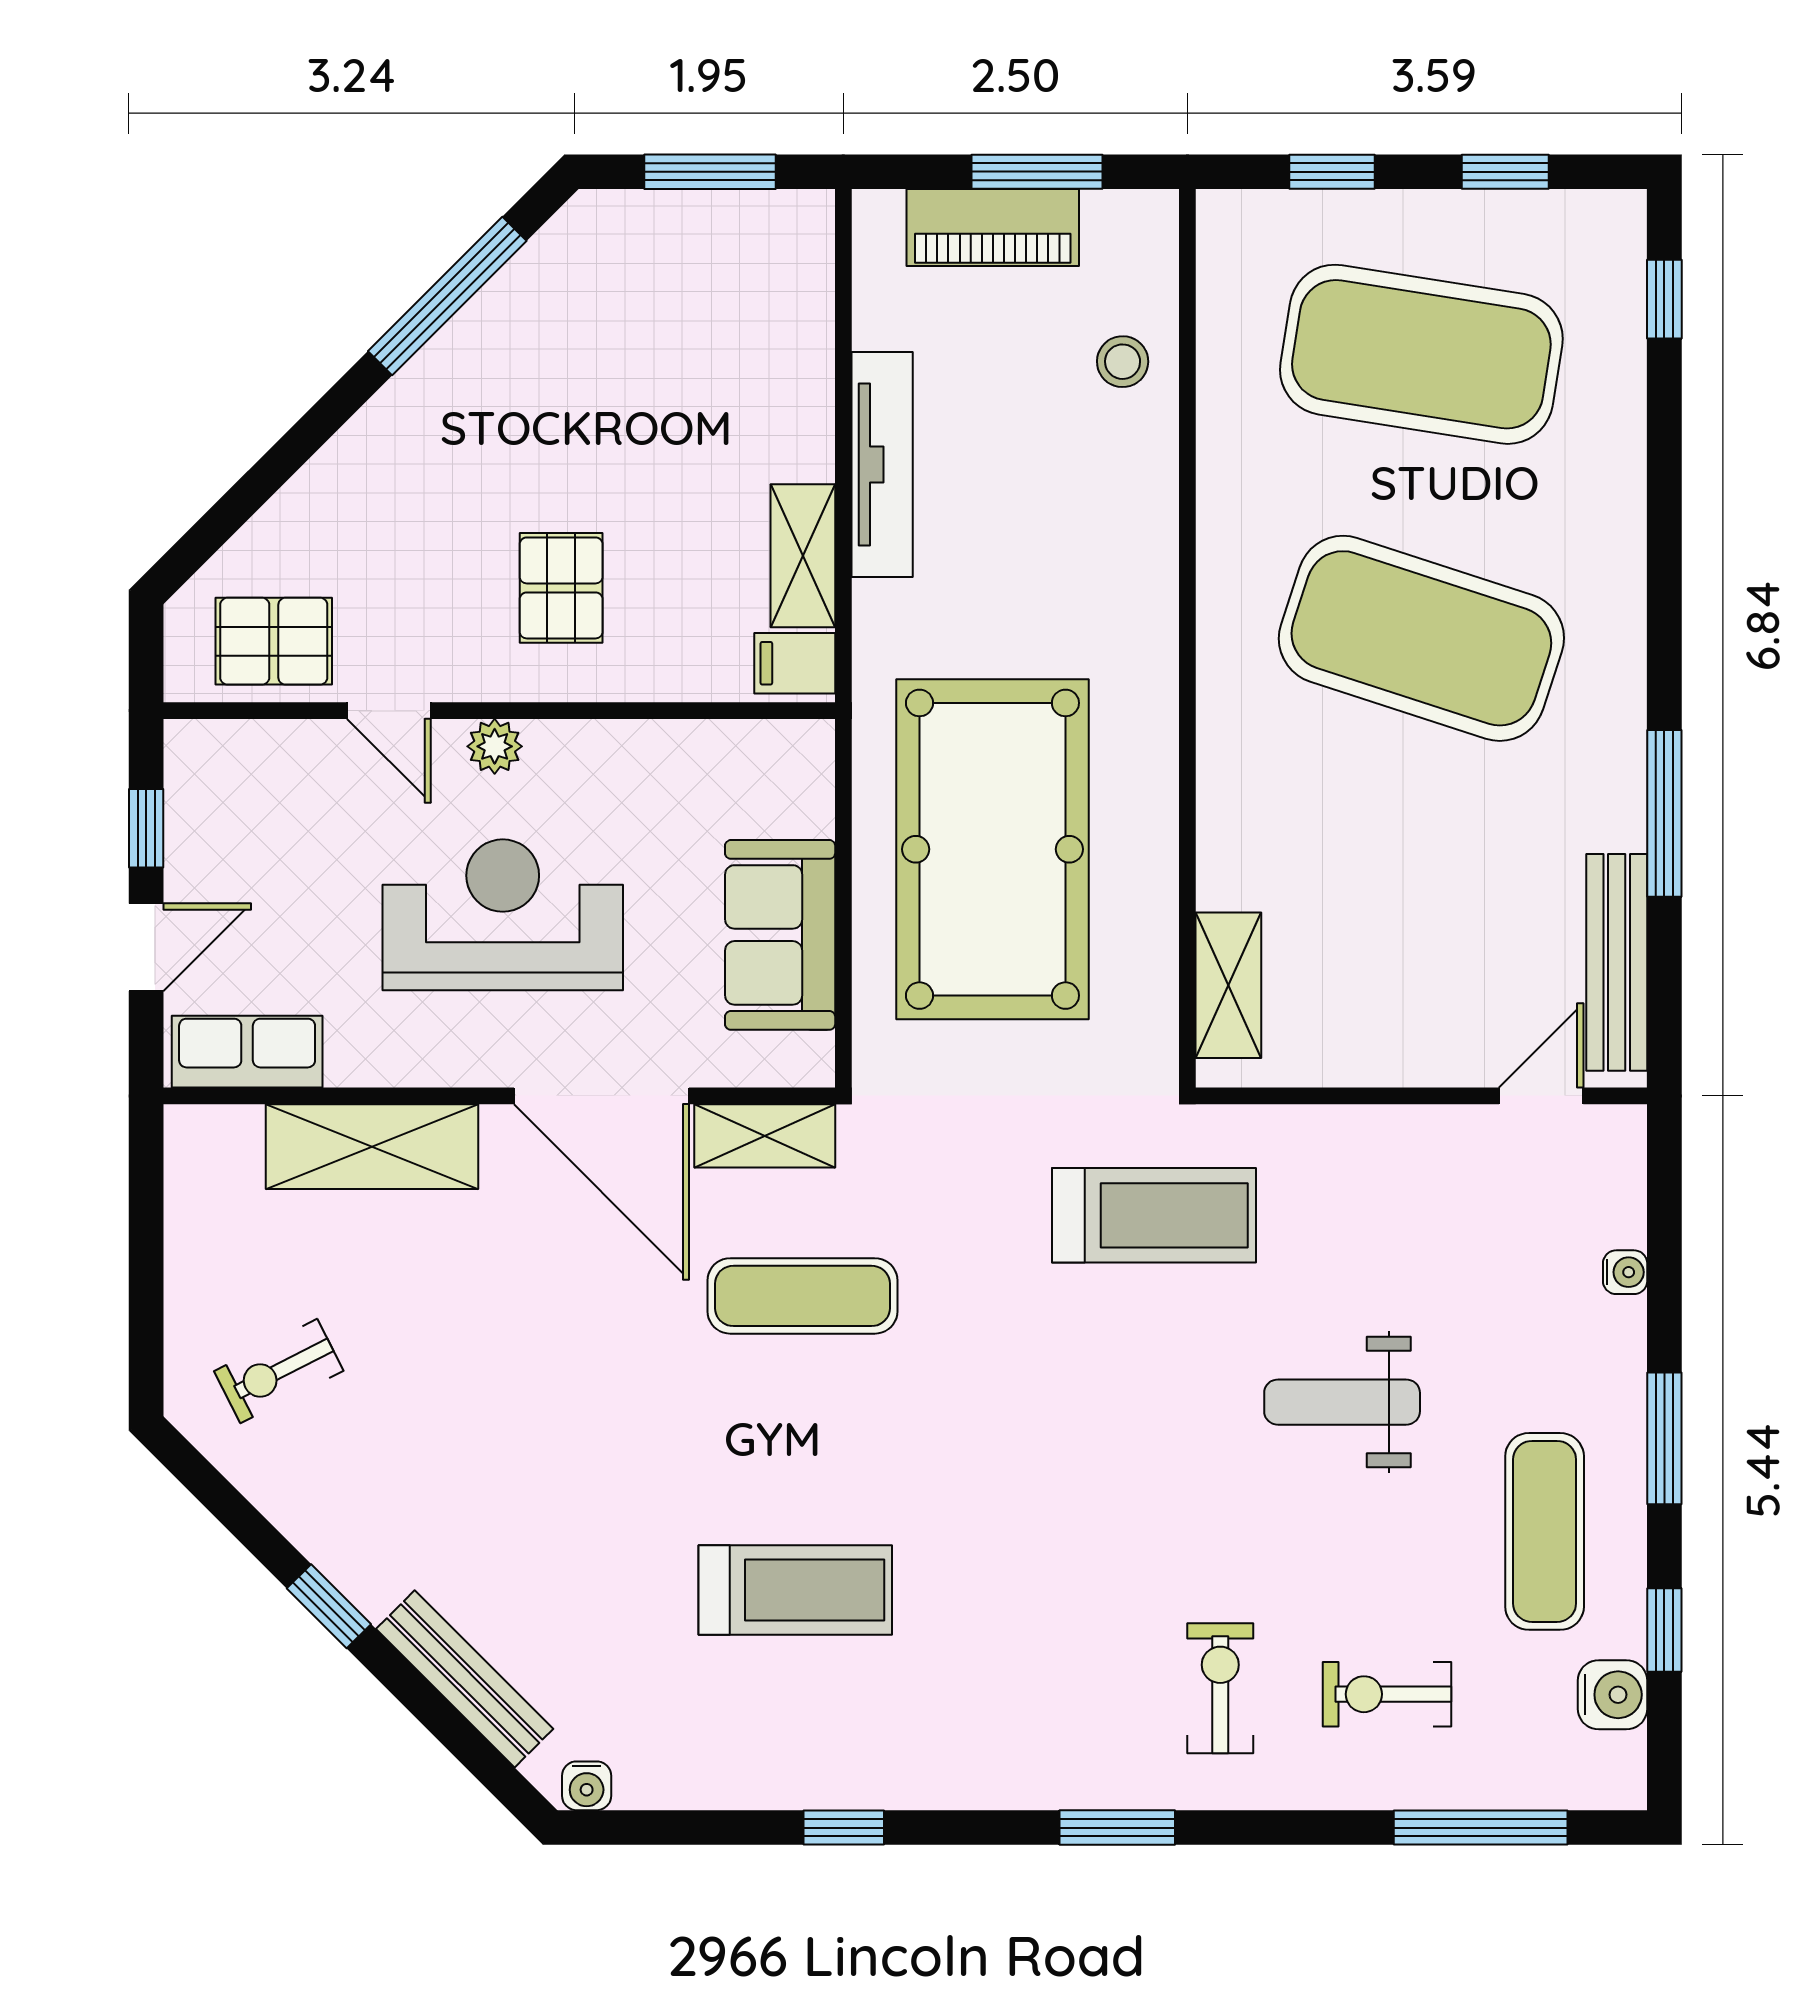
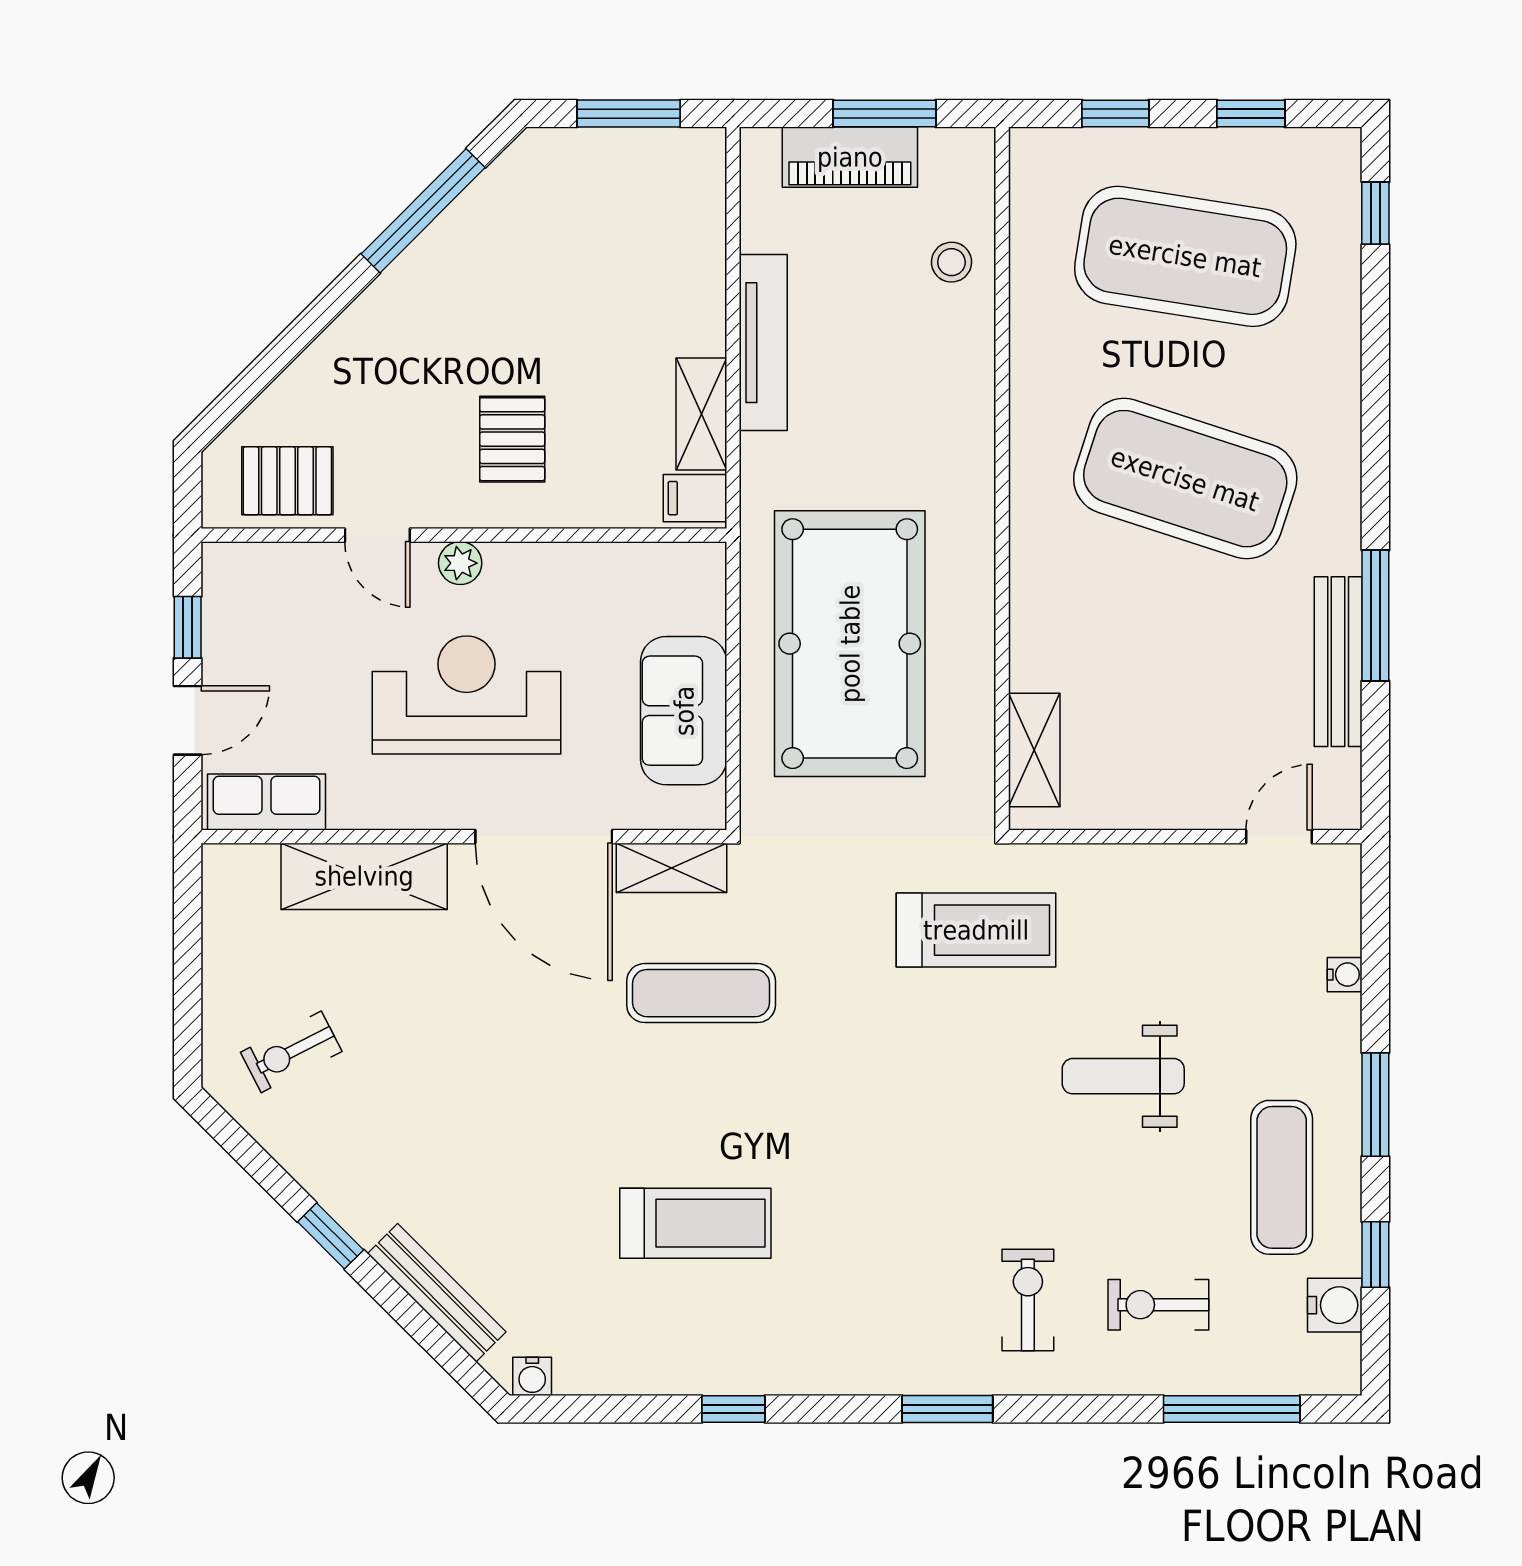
bench: (1617, 962) -> (1338, 662), moved

